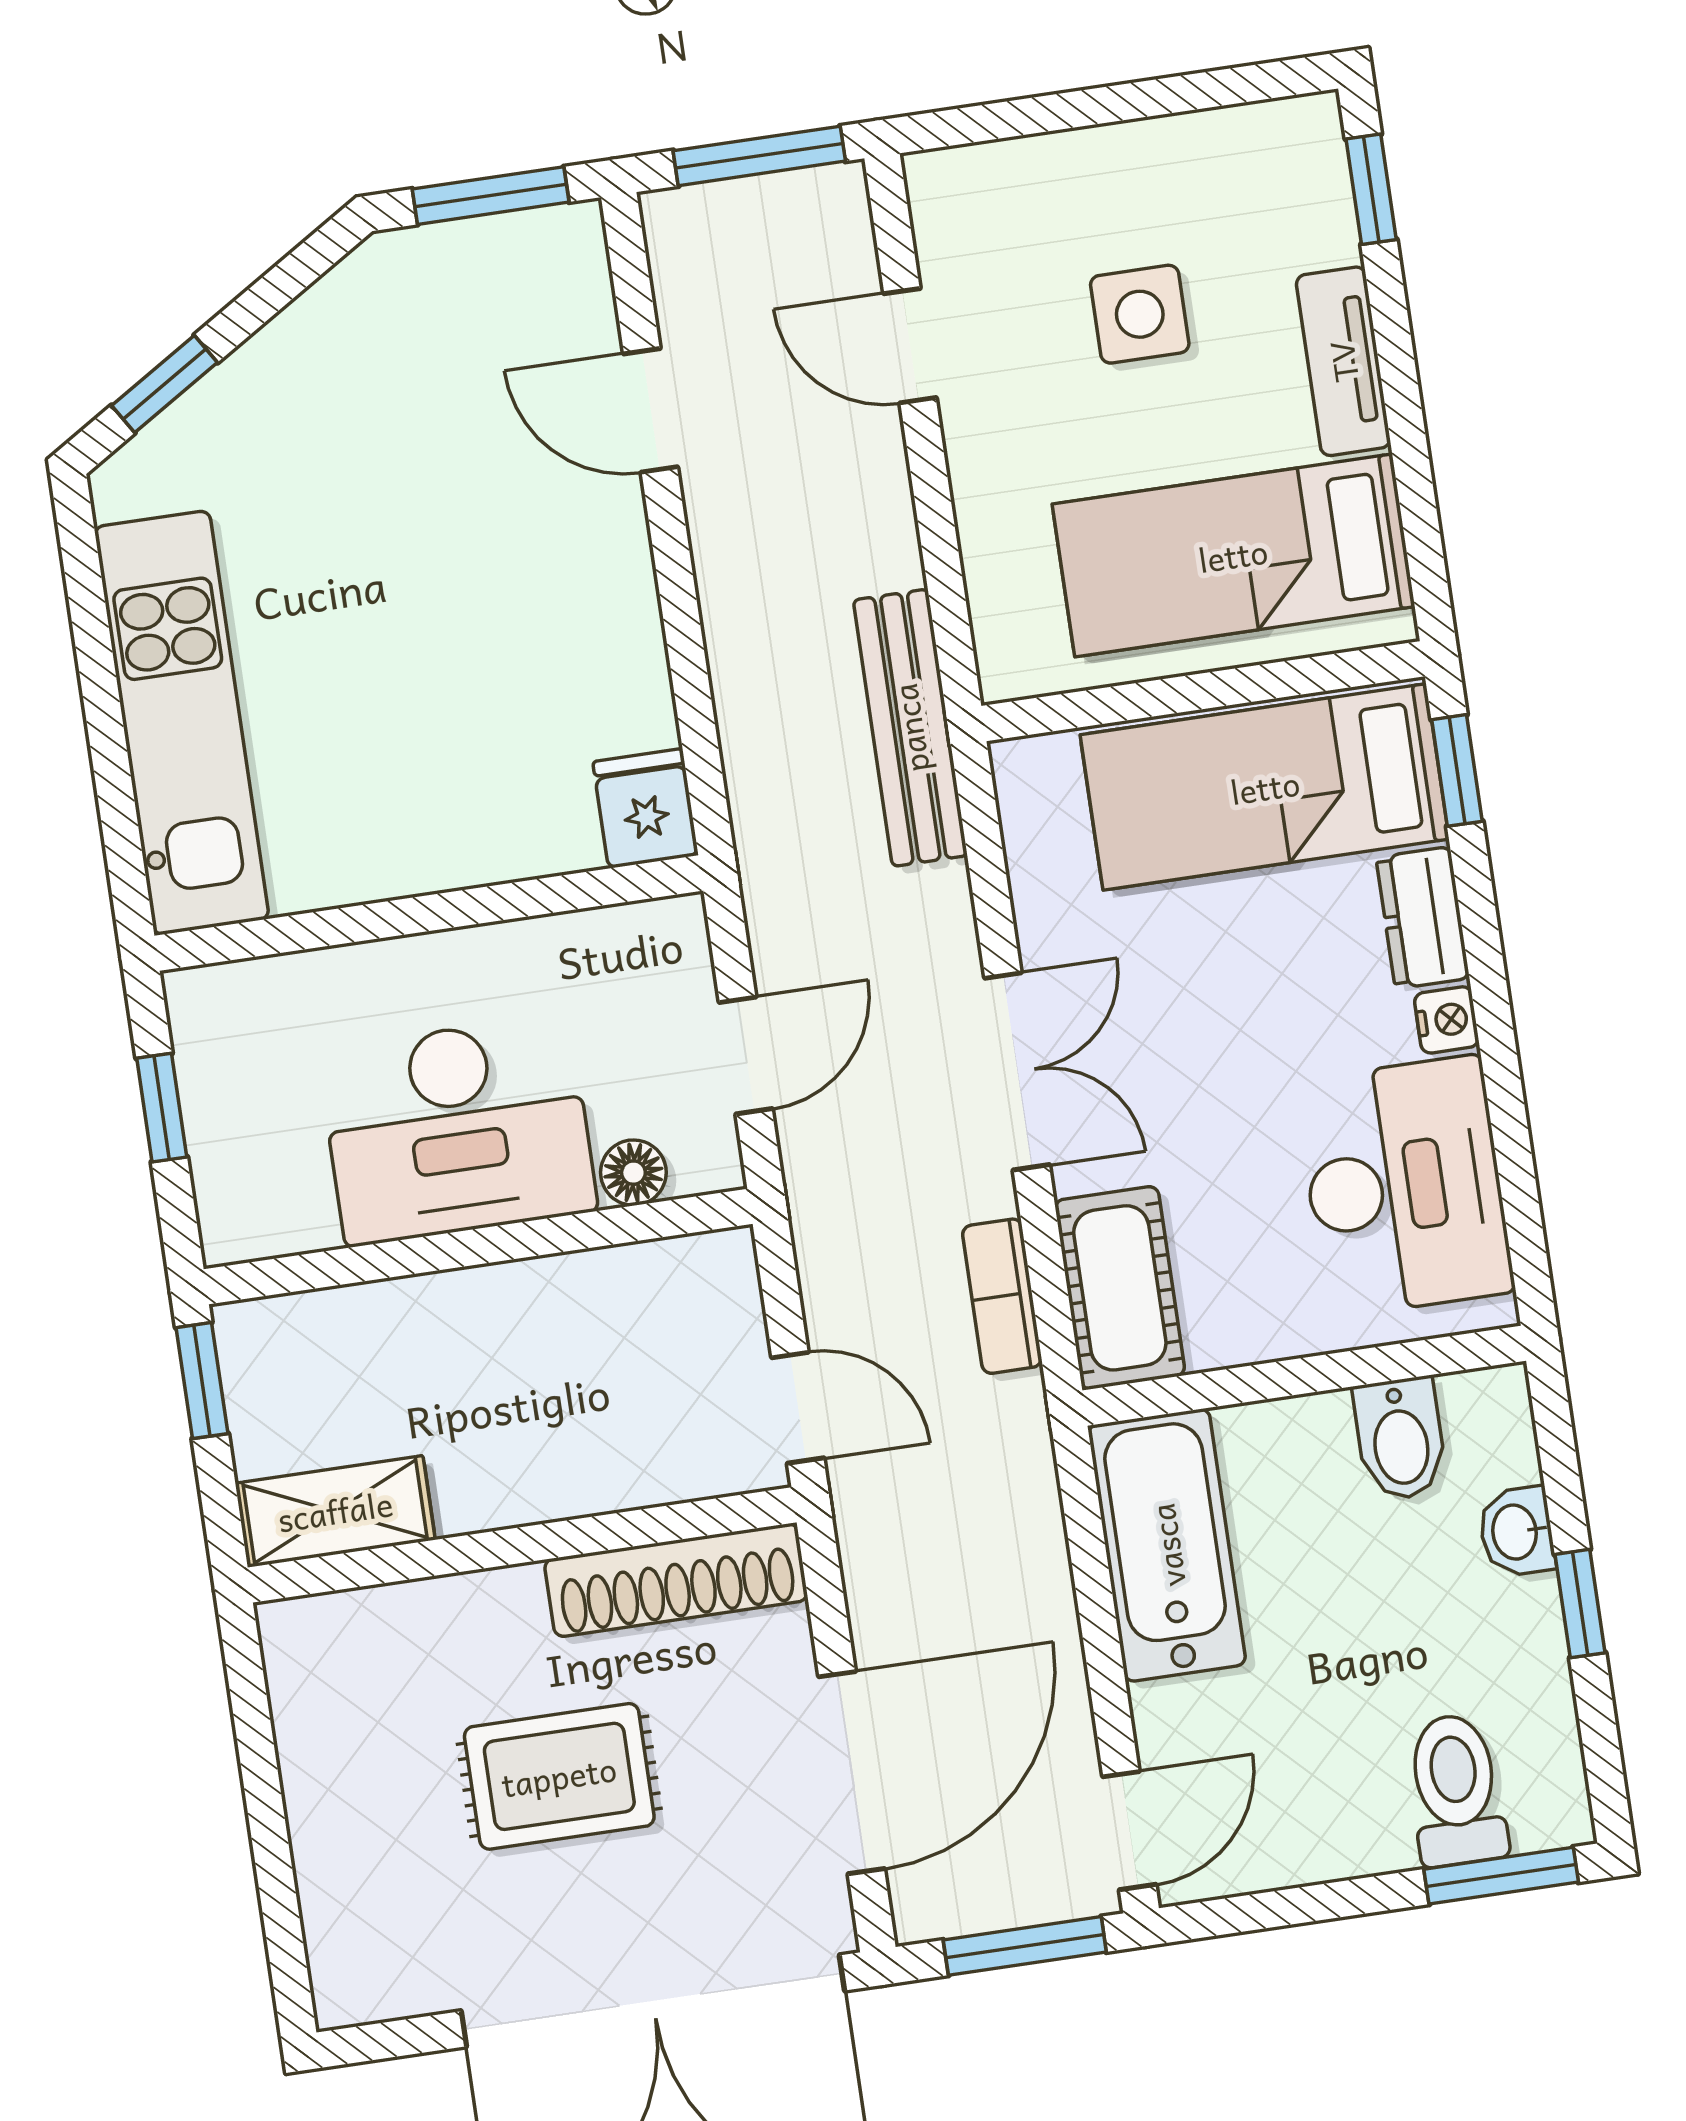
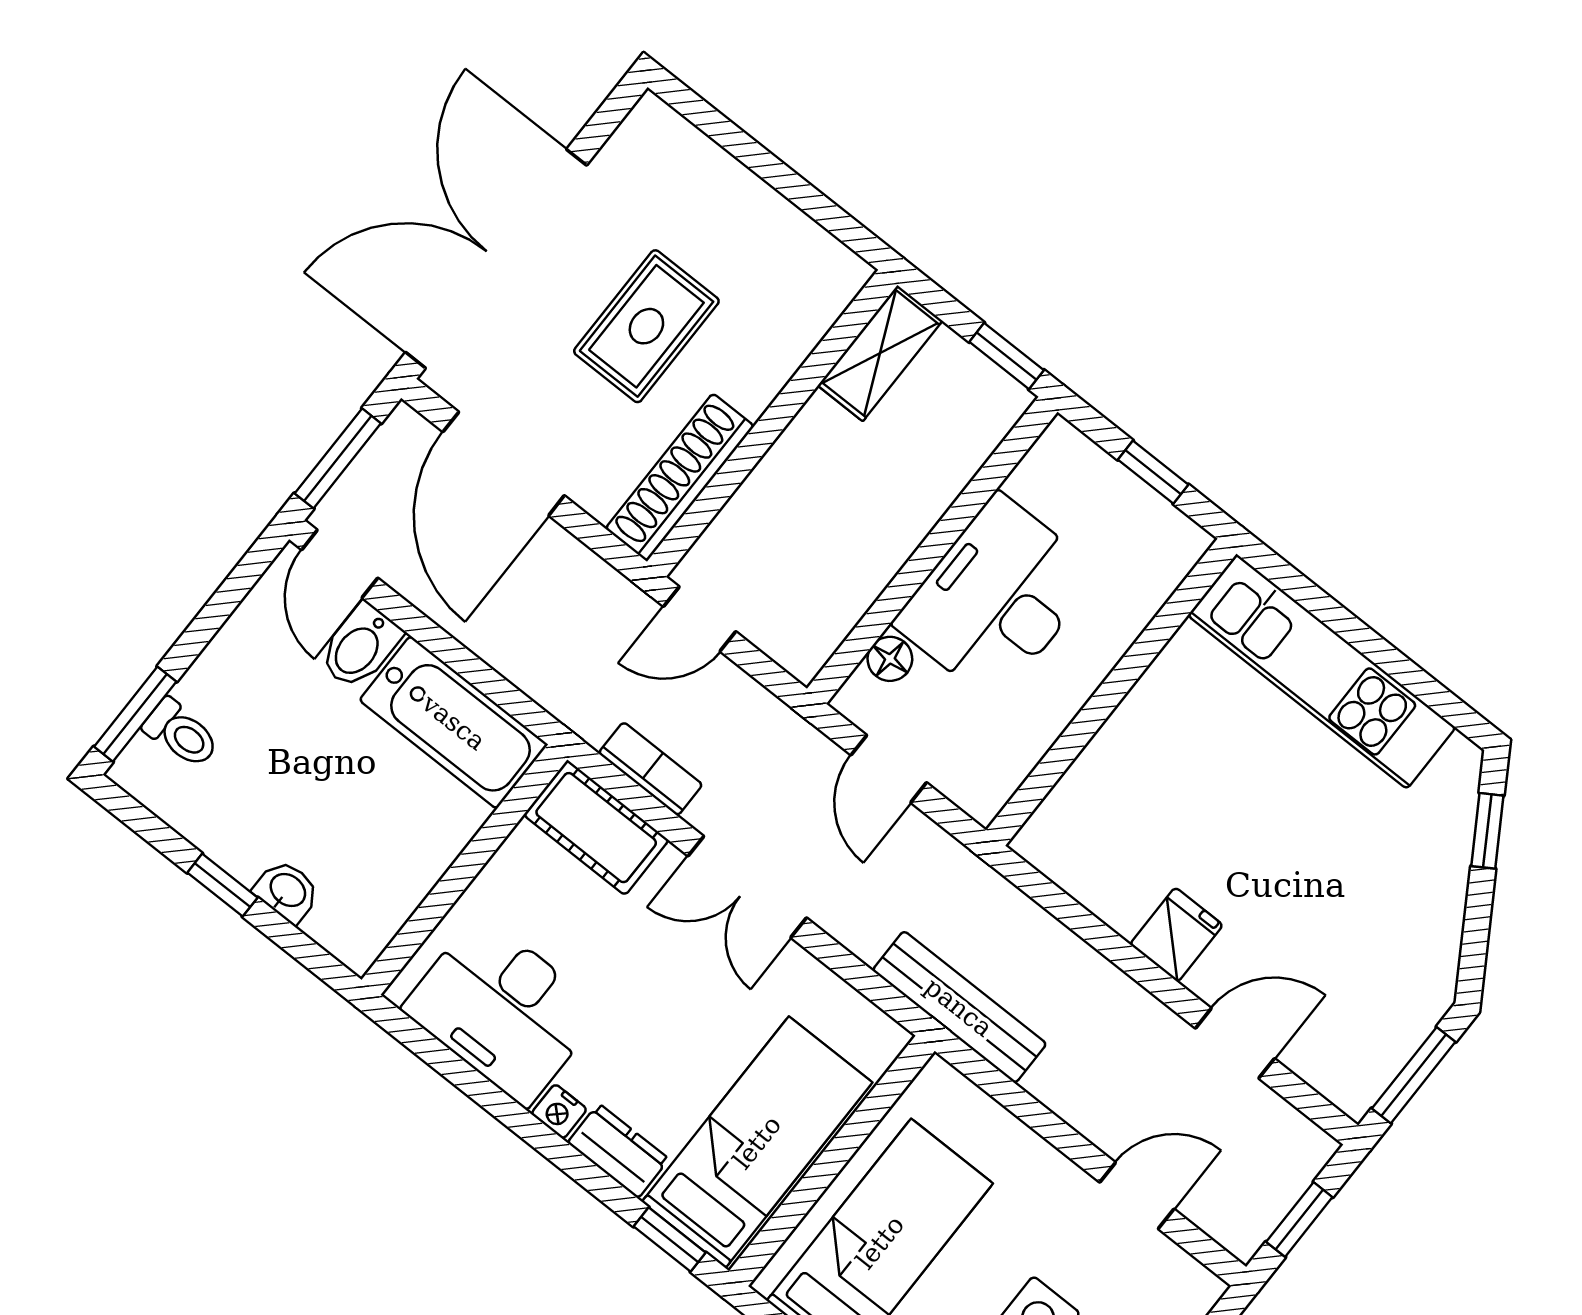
window: (759, 156) -> (1299, 1219), width x0.67
fridge: (645, 808) -> (1176, 935), moved, turned -90
bidet: (1400, 1439) -> (360, 646), moved, turned -90
toilet: (1456, 1790) -> (181, 733), width x0.73, depth x0.72

